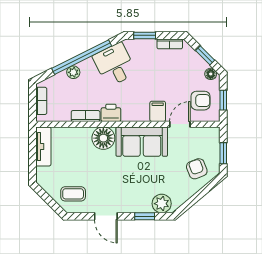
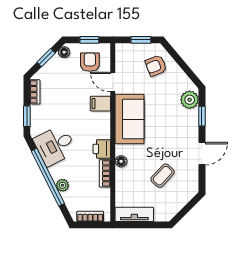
floor lamp: (103, 138) -> (121, 161), width x0.53, depth x0.53
coffee table: (73, 194) -> (163, 176), moved, turned 43

